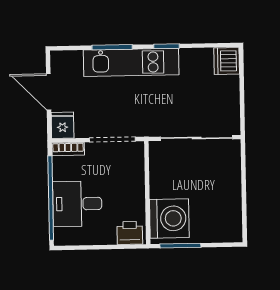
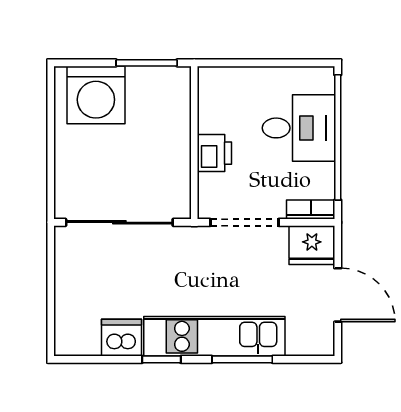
dishwasher: (227, 61) -> (121, 338), moved, turned -90
fridge: (63, 125) -> (312, 245), width x1.38
washing machine: (169, 218) -> (96, 95), moved, turned -90
printer: (130, 233) -> (214, 153), moved, turned -90

